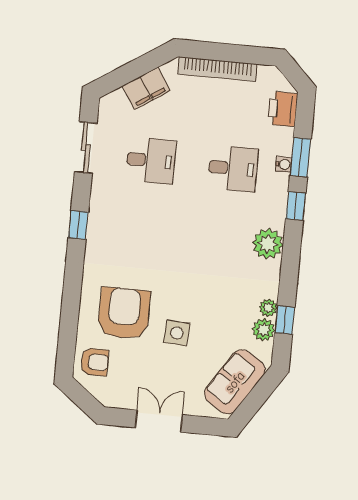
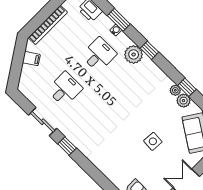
filing cabinet: (146, 88) -> (31, 59), width x0.50
sliding door: (86, 148) -> (43, 122), moved
window: (296, 206) -> (149, 50), moved
plant: (268, 244) -> (134, 54), moved
armchair: (124, 313) -> (124, 158), removed

